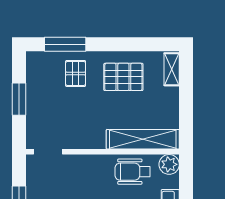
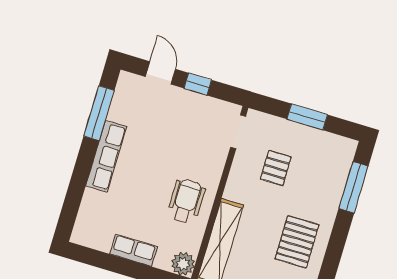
pallet: (76, 73) -> (276, 168), moved, turned 90
wheelchair: (133, 172) -> (186, 201), moved

